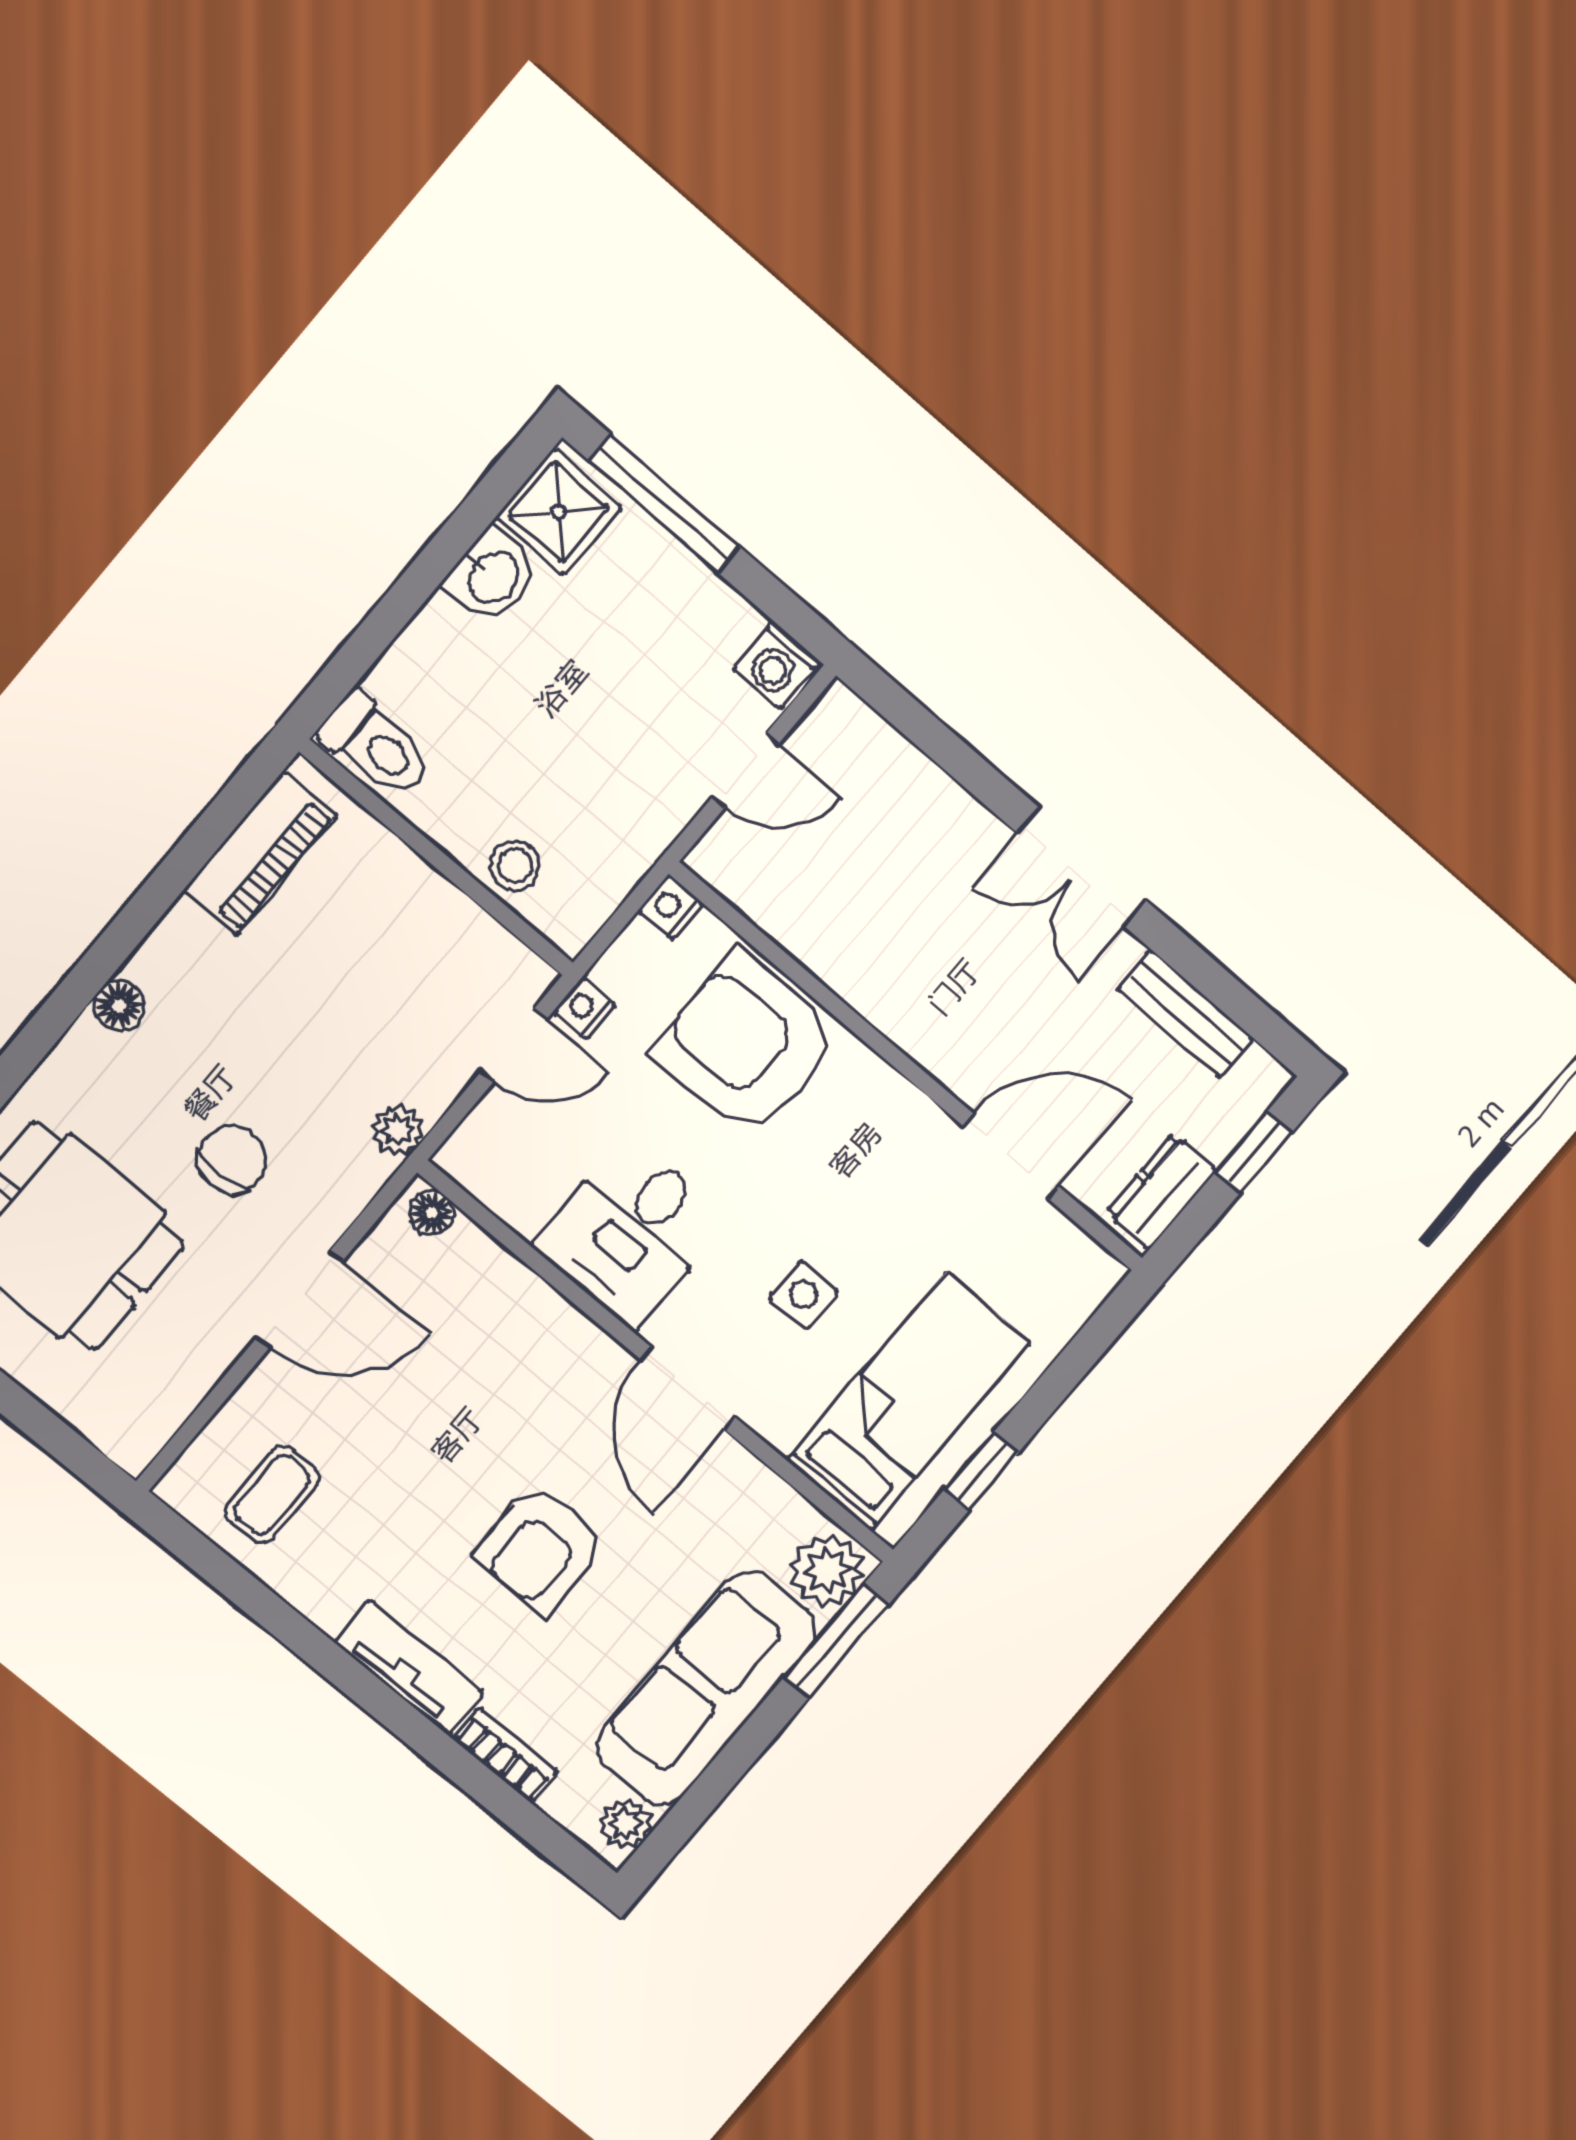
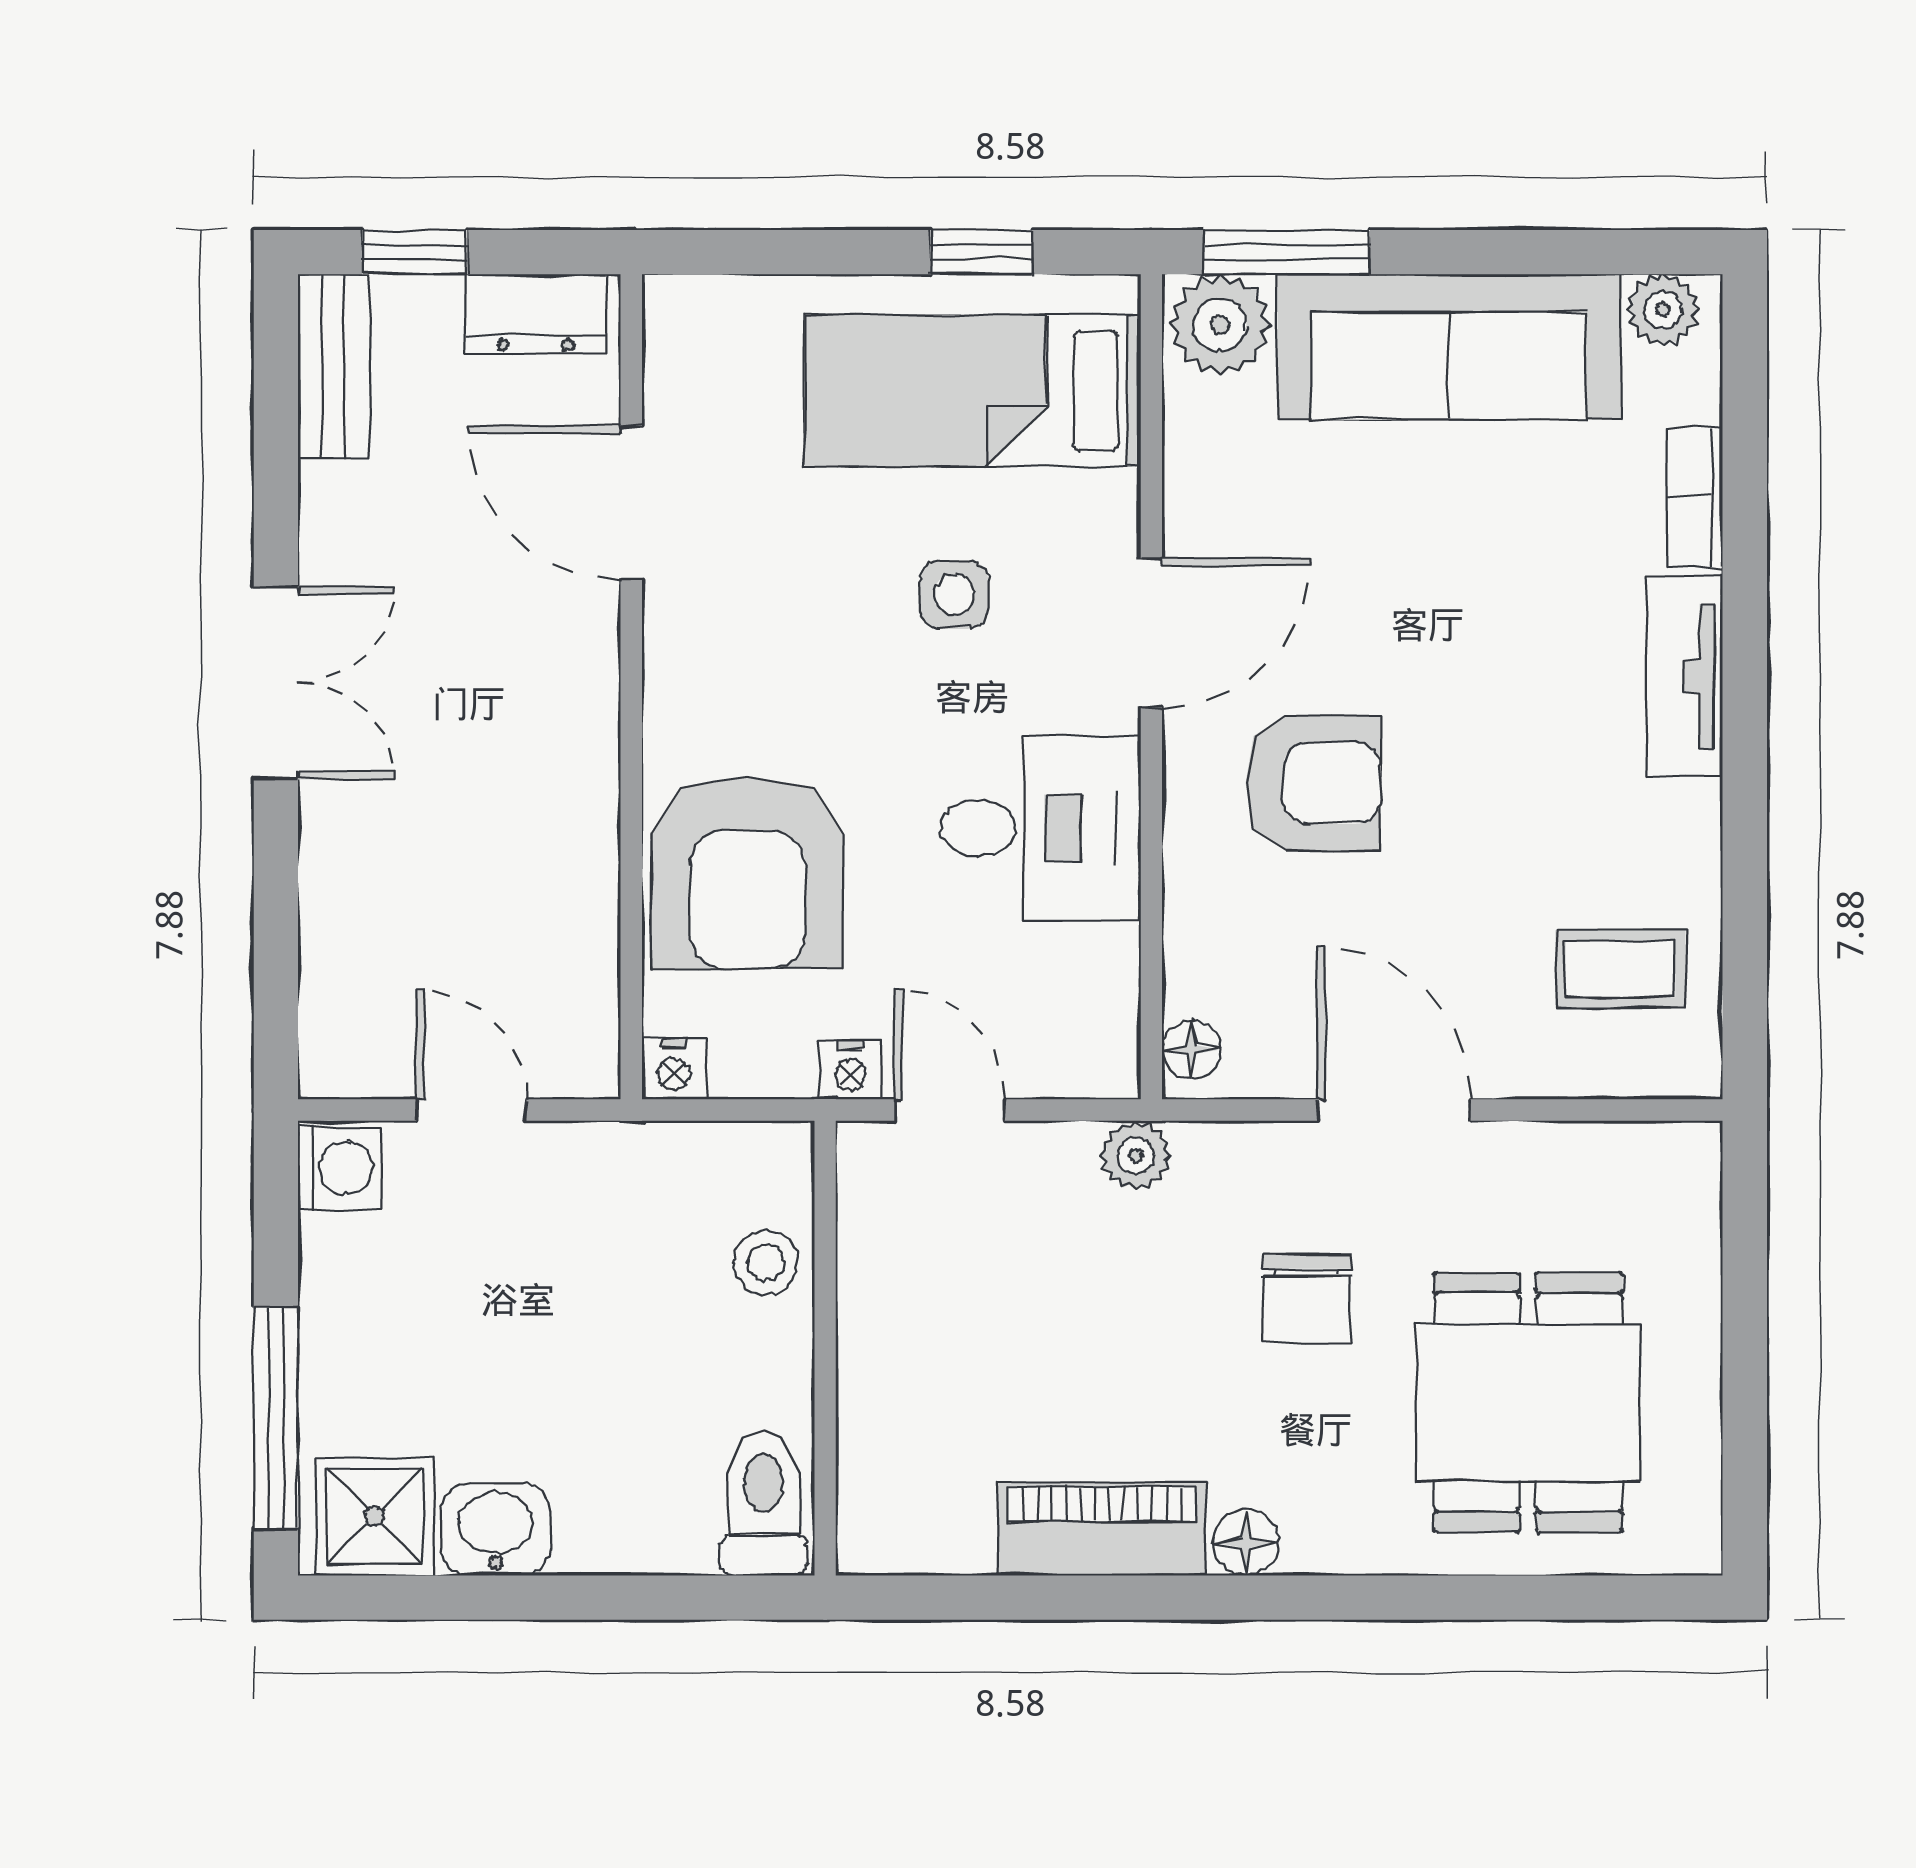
piano: (260, 853) -> (1102, 1529), moved
bench: (1186, 1014) -> (333, 367), moved
chair: (232, 1159) -> (1307, 1299), turned -90
armchair: (540, 1550) -> (1313, 783), moved

